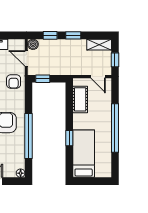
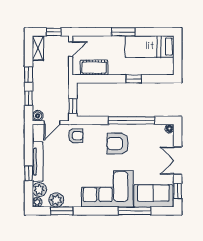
window: (115, 128) -> (123, 32), width x0.47
bed: (84, 154) -> (150, 47), moved

